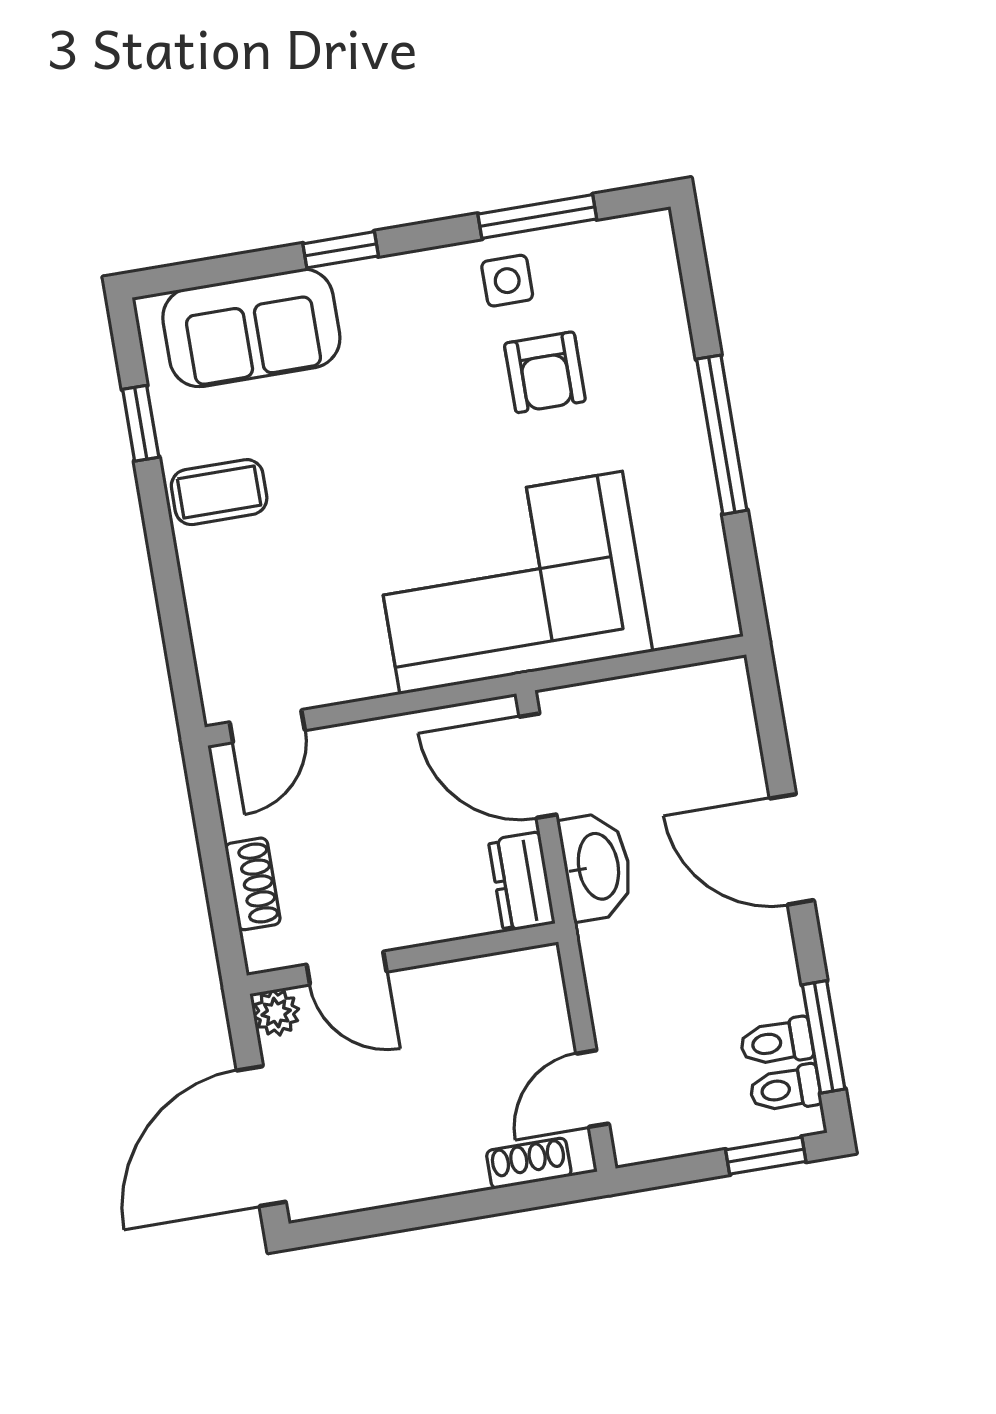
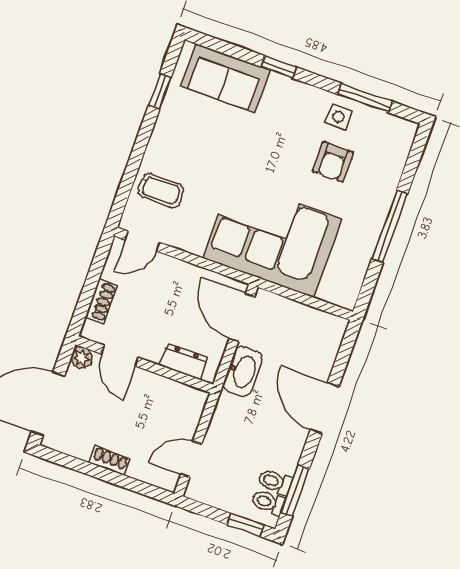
coffee table: (219, 492) -> (161, 191), moved
dresser: (522, 882) -> (184, 361), moved, turned 90
shoe rack: (529, 1163) -> (110, 461), moved

